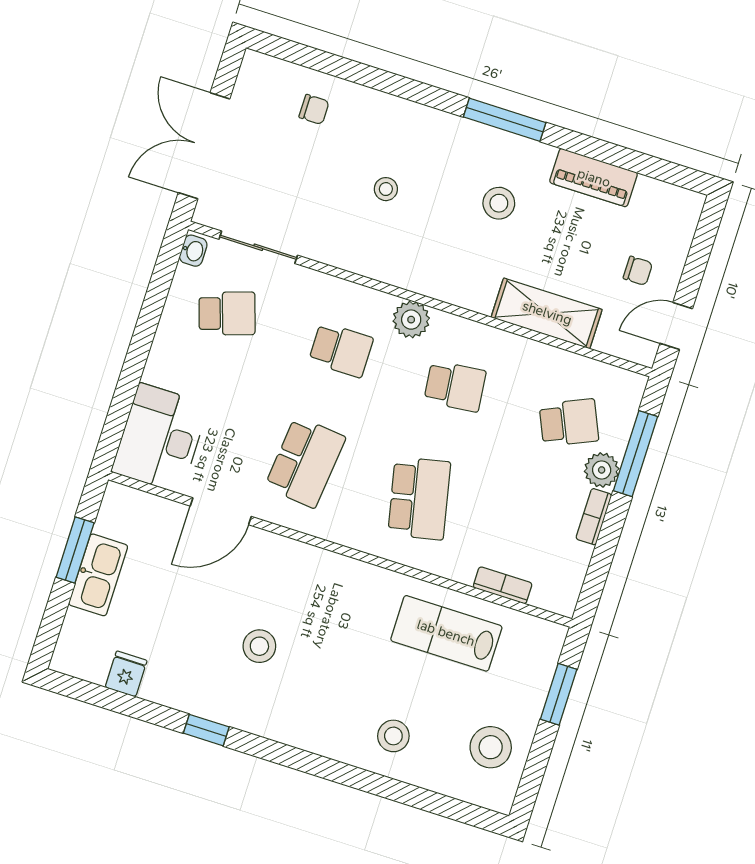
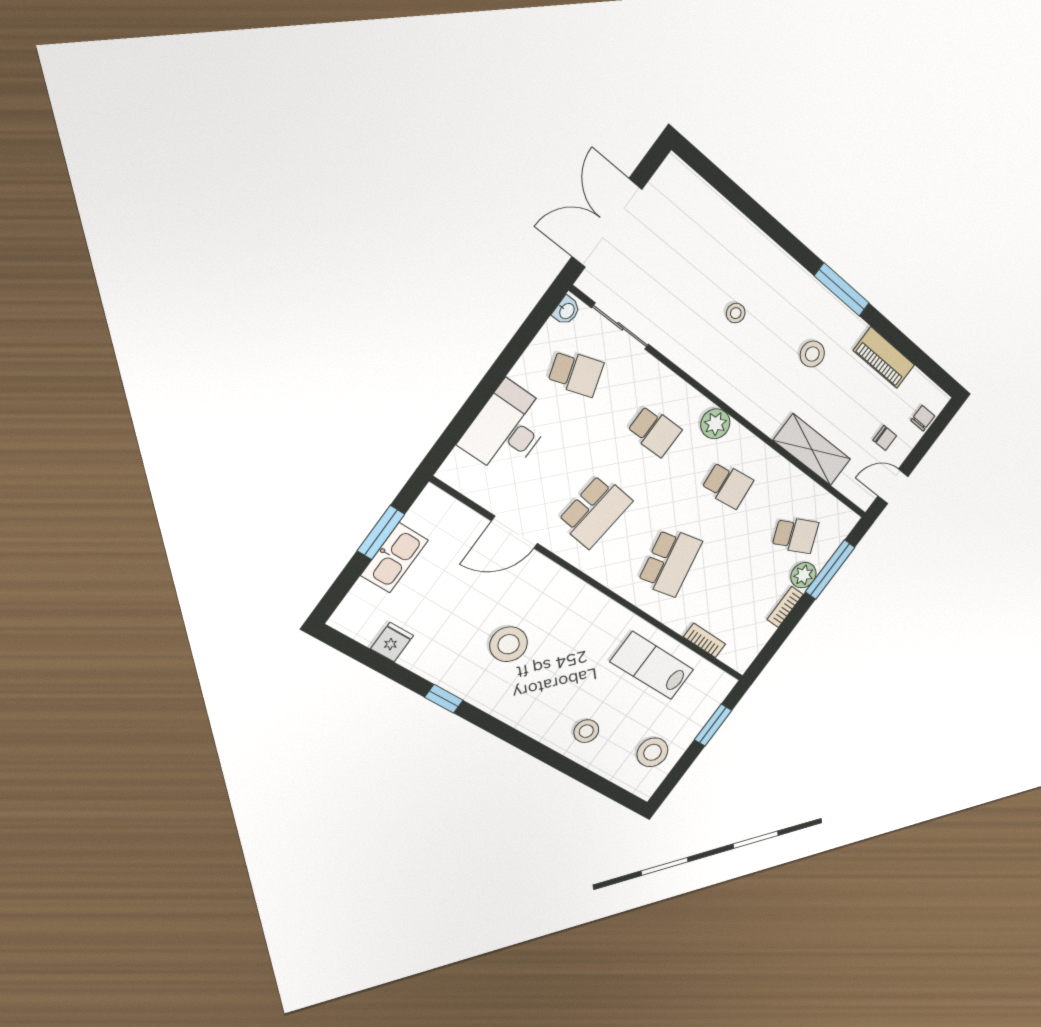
chair: (314, 109) -> (923, 418), moved, turned -90
desk: (160, 438) -> (507, 429), moved
stool: (259, 646) -> (509, 644), width x1.38, depth x1.38

